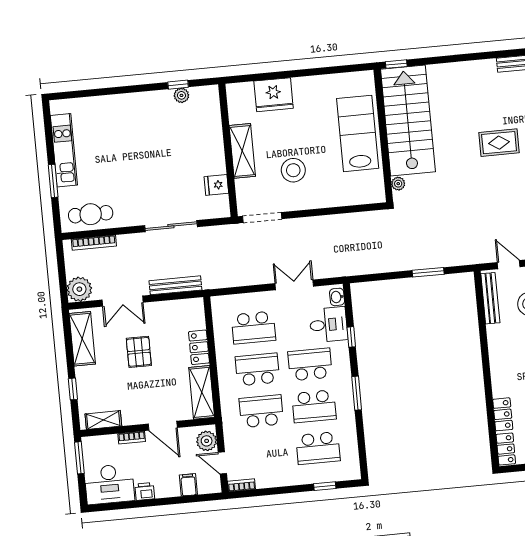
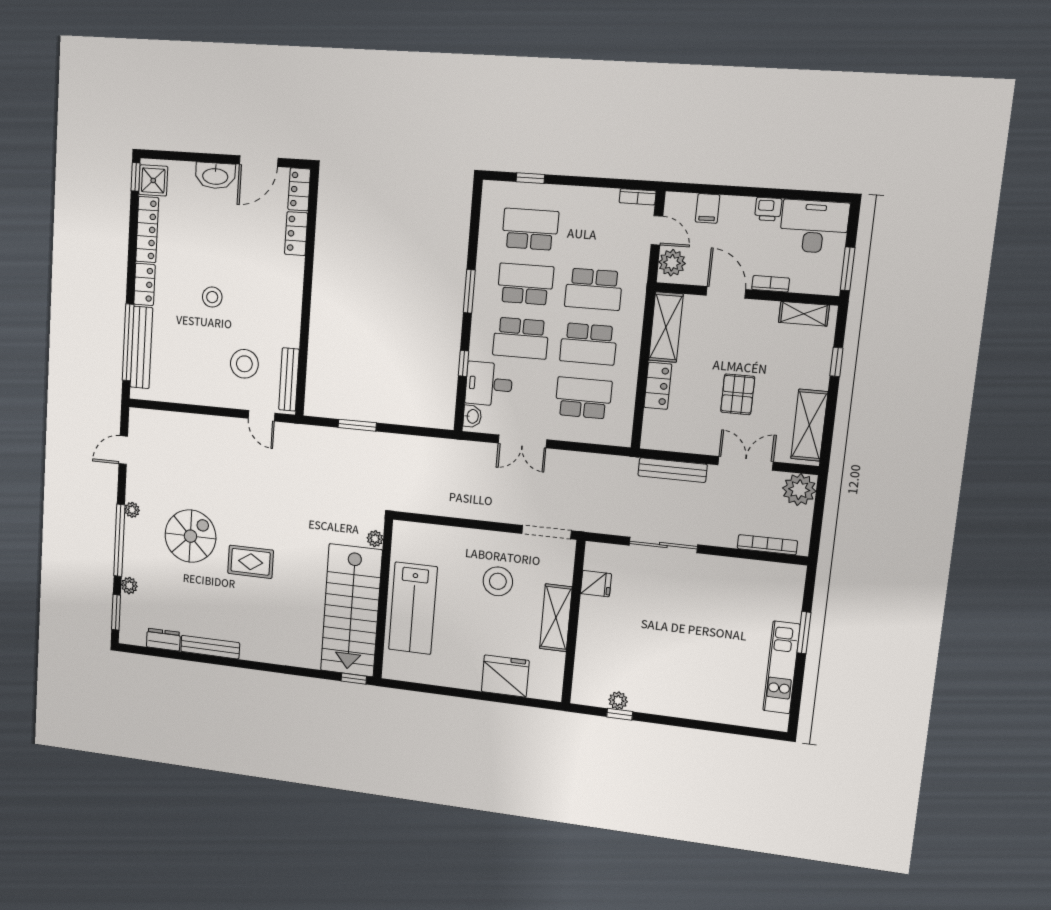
cafe table: (91, 214) -> (764, 581), removed

